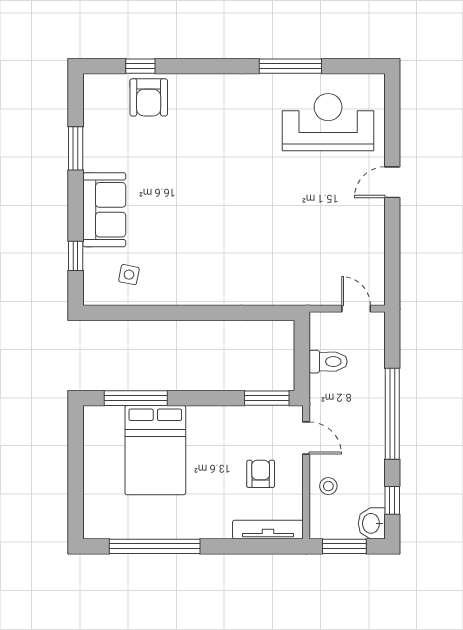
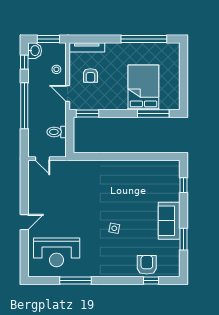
sofa: (104, 210) -> (169, 221), moved
side table: (129, 275) -> (114, 228), moved

